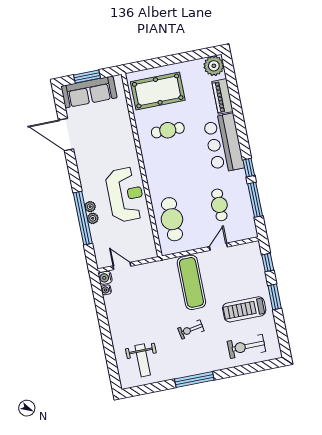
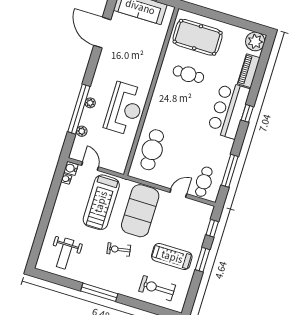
window: (249, 168) -> (247, 113), moved
cafe table: (219, 205) -> (204, 182), moved
plant: (93, 218) -> (82, 131), moved
exercise mat: (191, 282) -> (140, 211), width x1.47
treadmill: (151, 294) -> (101, 202), added

